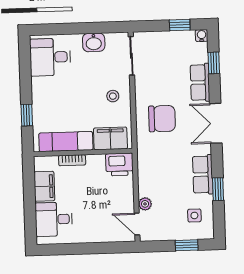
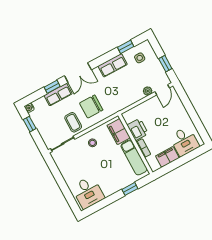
washbasin: (94, 42) -> (66, 171), removed
window: (214, 63) -> (52, 87), moved
coffee table: (153, 84) -> (73, 122), added
chair: (162, 119) -> (91, 107), turned -90
printer: (119, 165) -> (138, 129), moved
window: (218, 189) -> (126, 47), moved
window: (187, 245) -> (165, 64), moved

